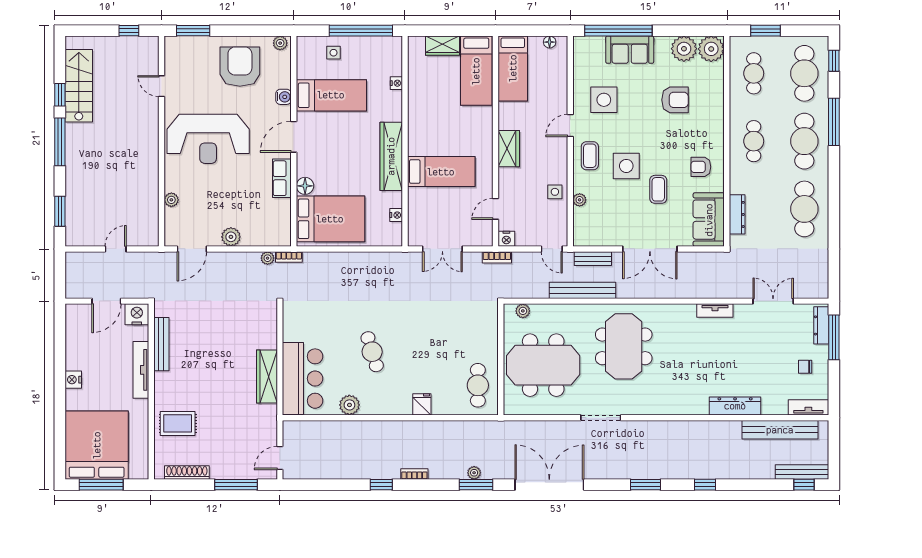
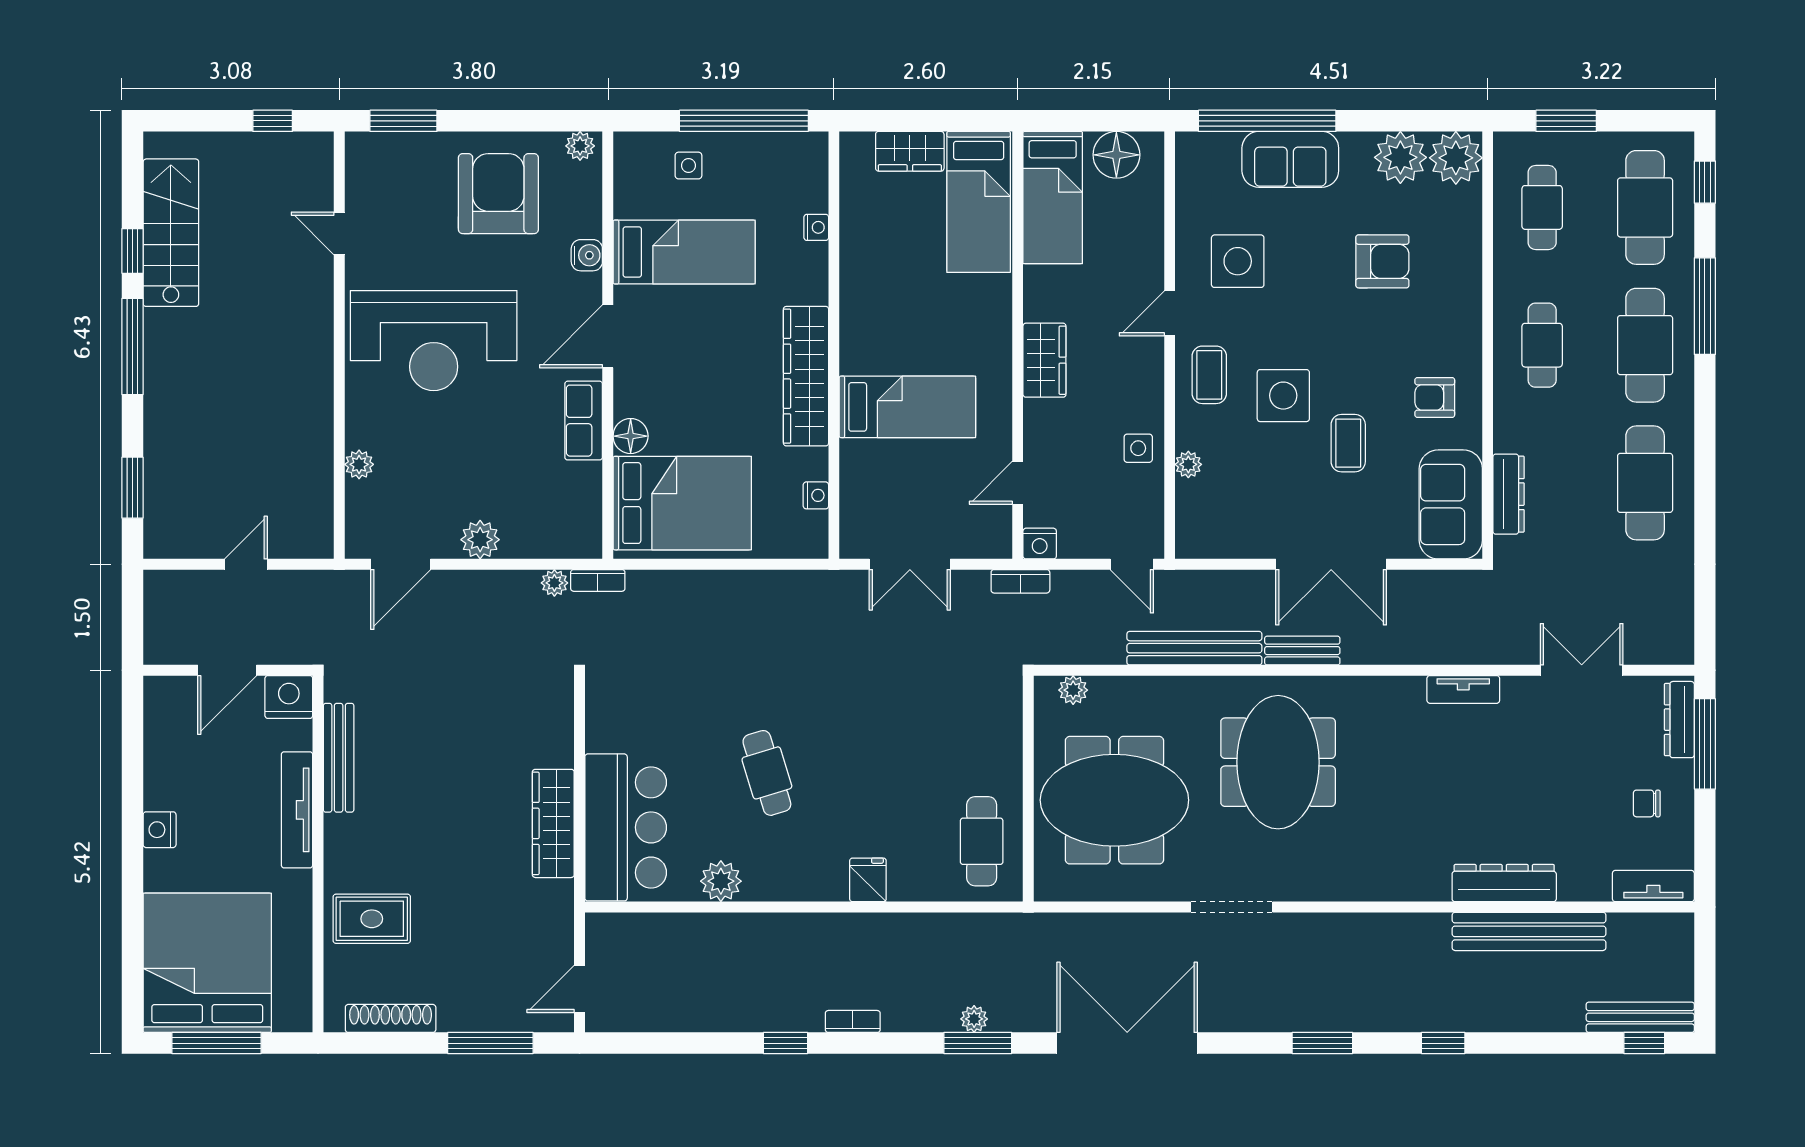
floor lamp: (550, 42) -> (1116, 155), width x1.89, depth x1.89
bench: (593, 259) -> (1302, 651), moved
bench: (780, 430) -> (1529, 931), moved

